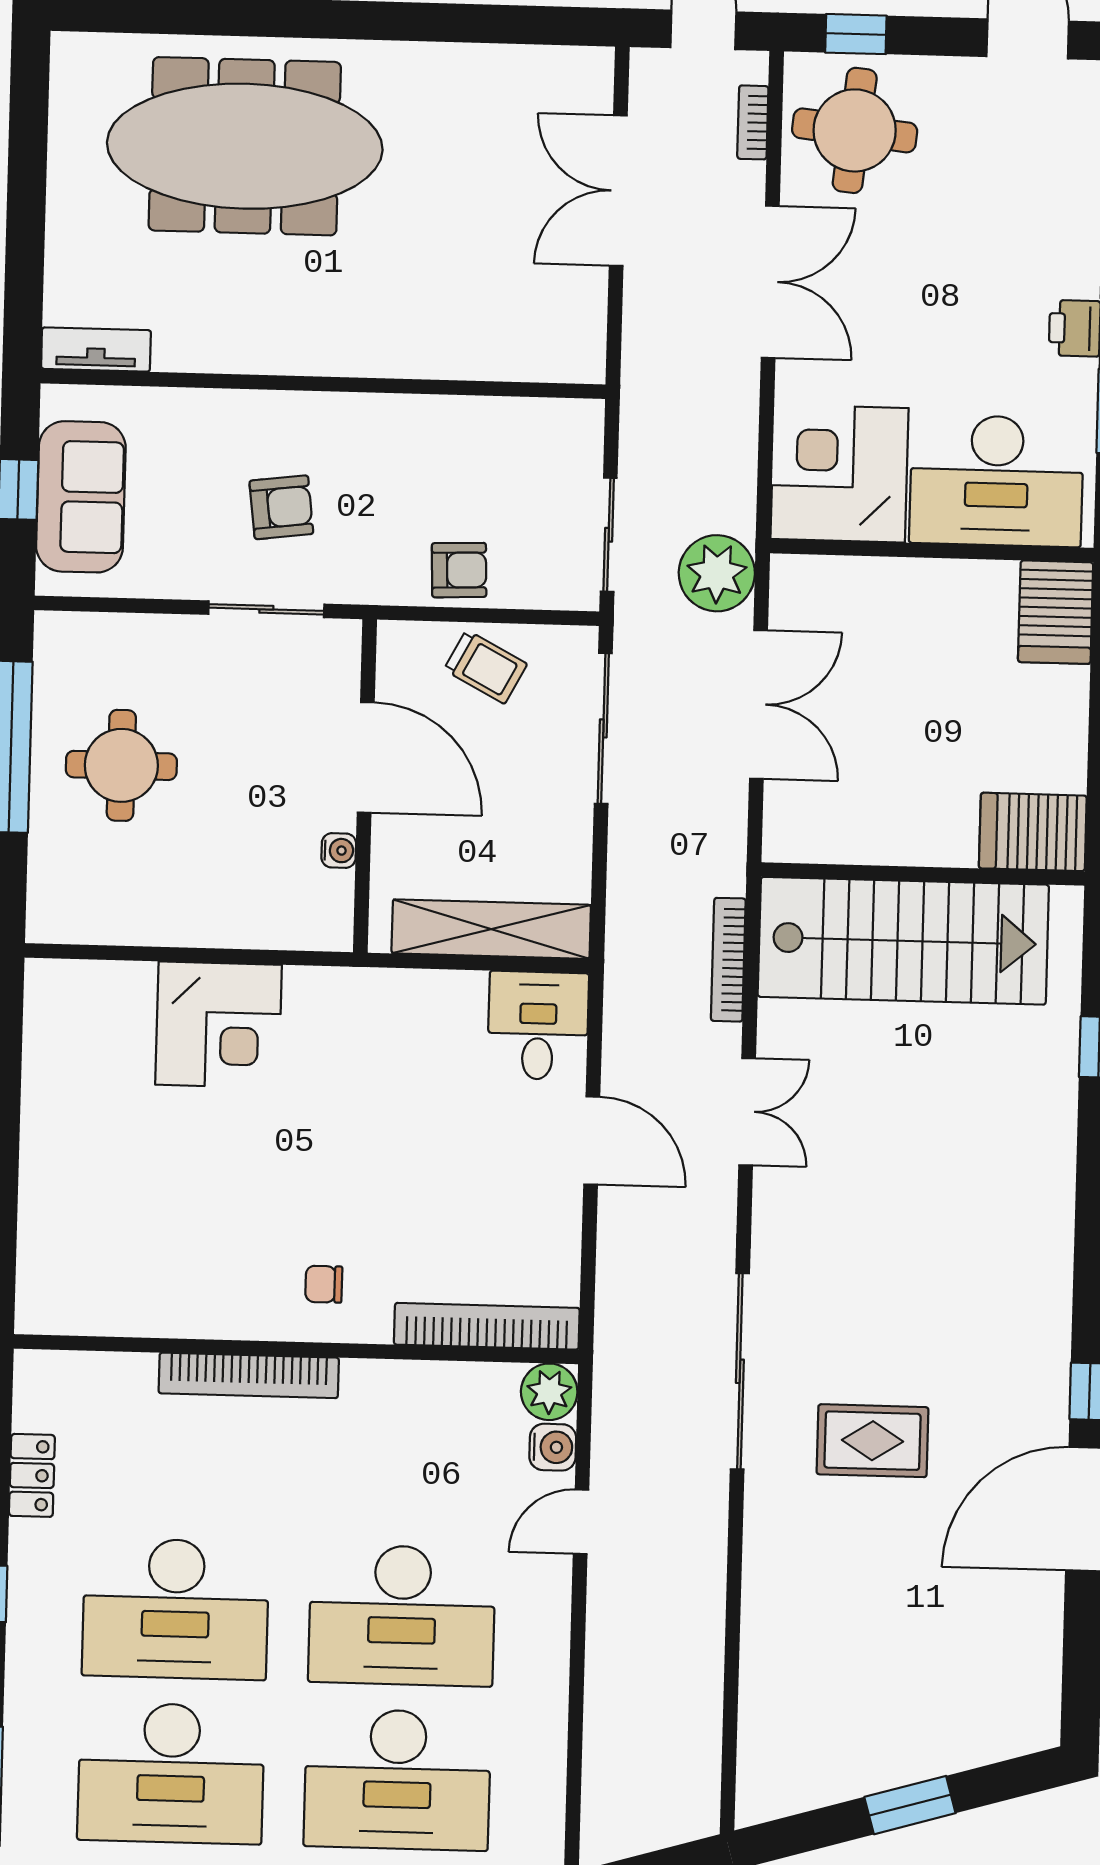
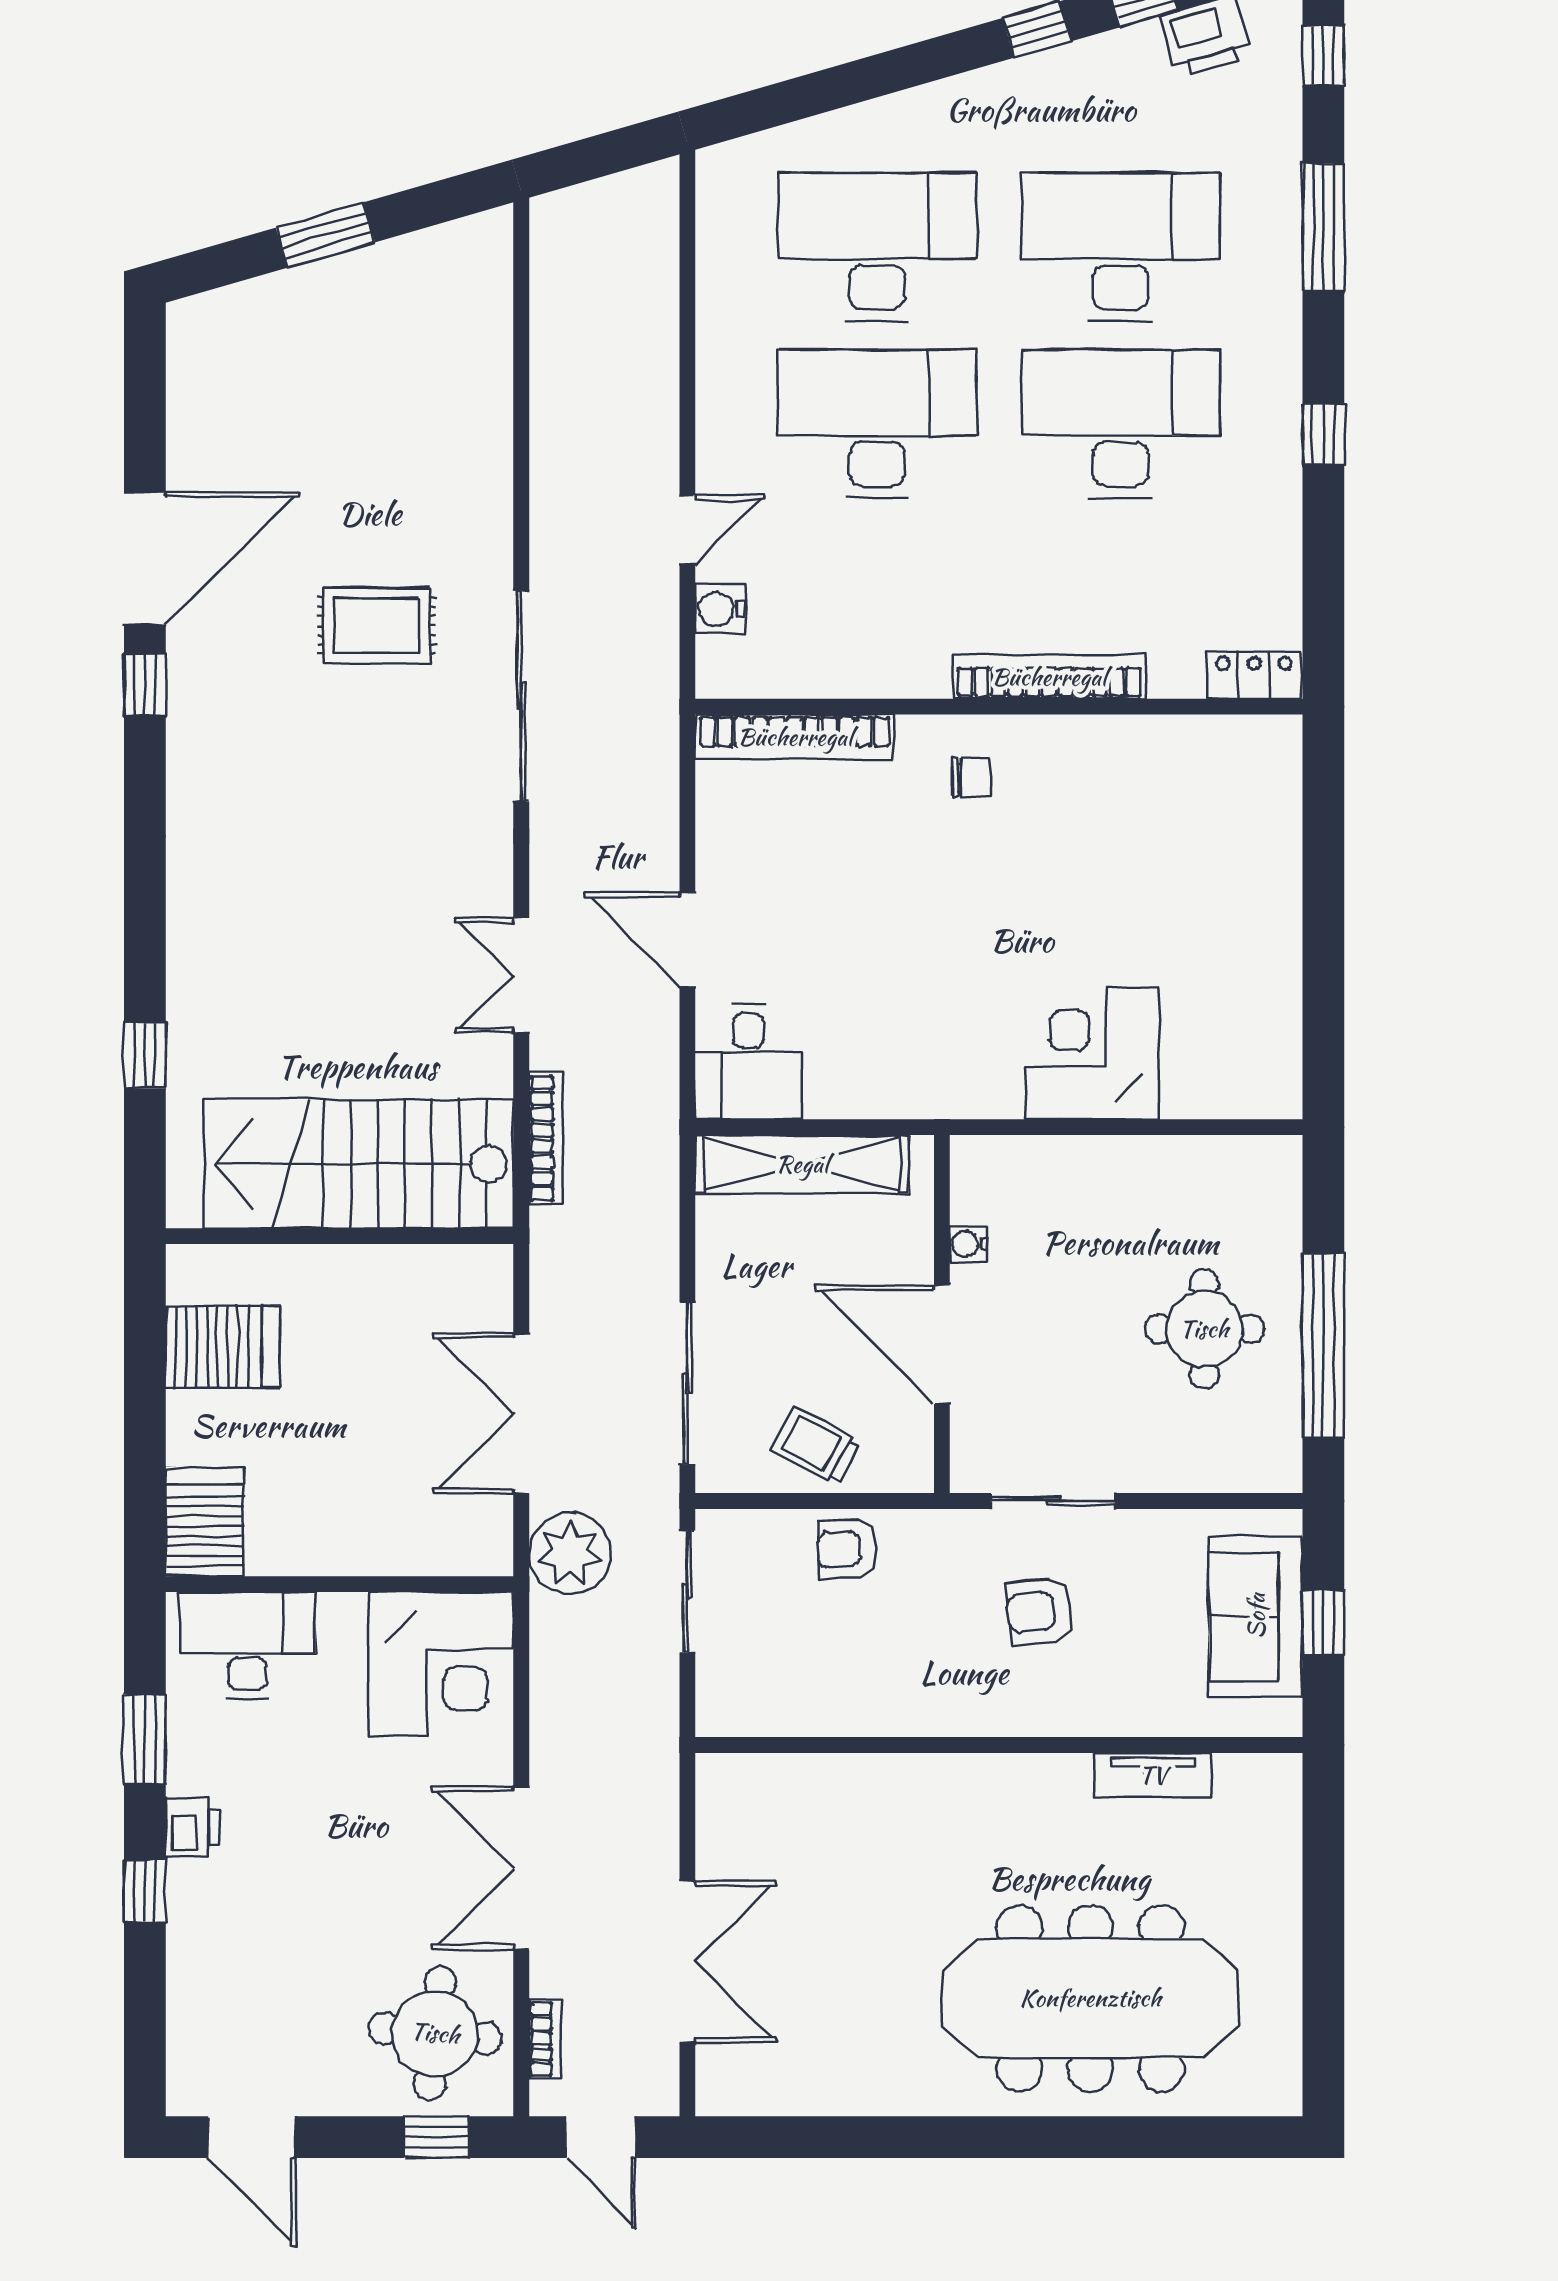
tv unit: (96, 349) -> (1153, 1775), moved
desk: (996, 481) -> (247, 1645), width x0.73, depth x0.77
server rack: (1033, 832) -> (223, 1347), moved
plant: (549, 1392) -> (726, 668), removed
locker: (32, 1475) -> (1254, 675), moved, turned 90

